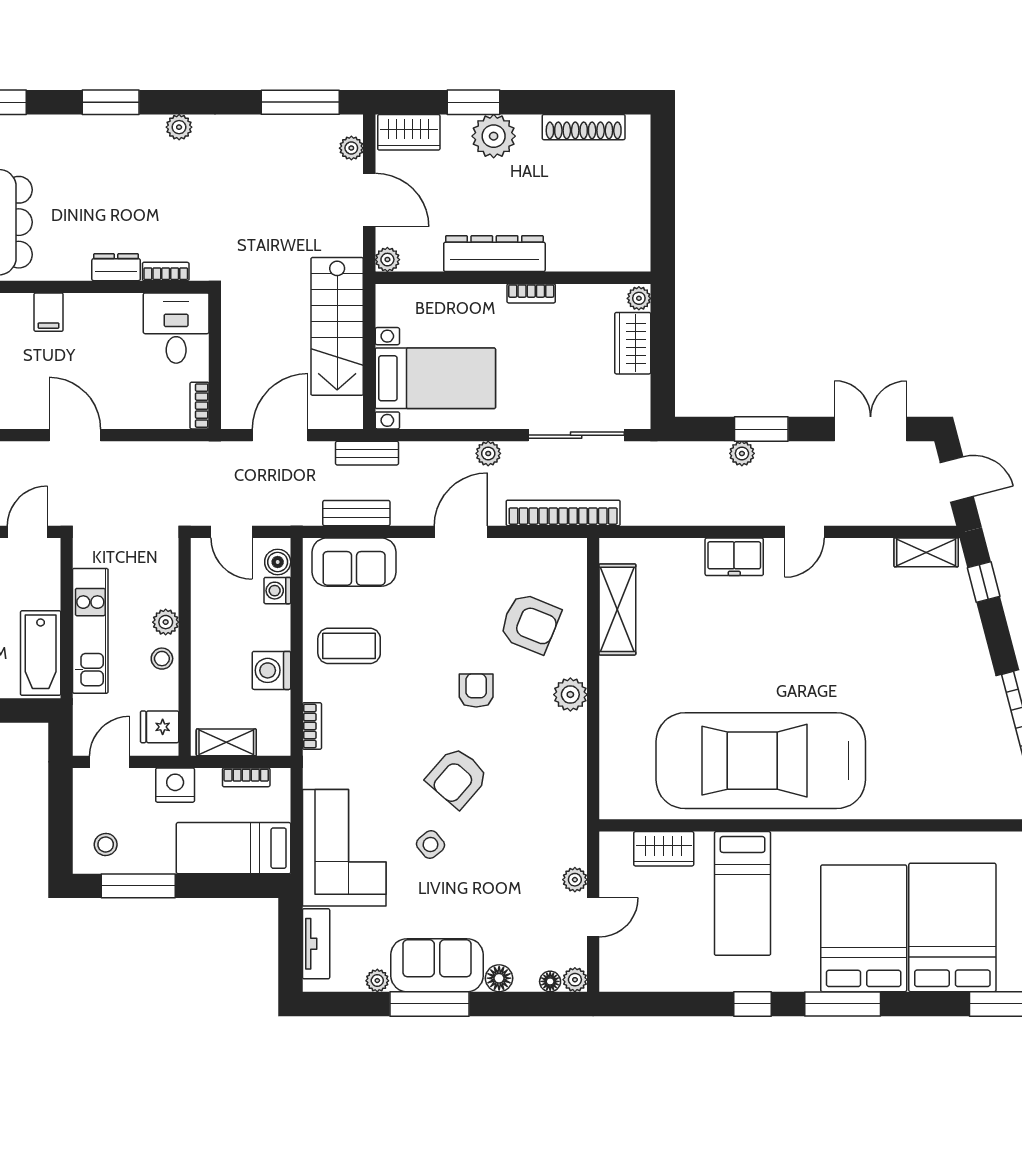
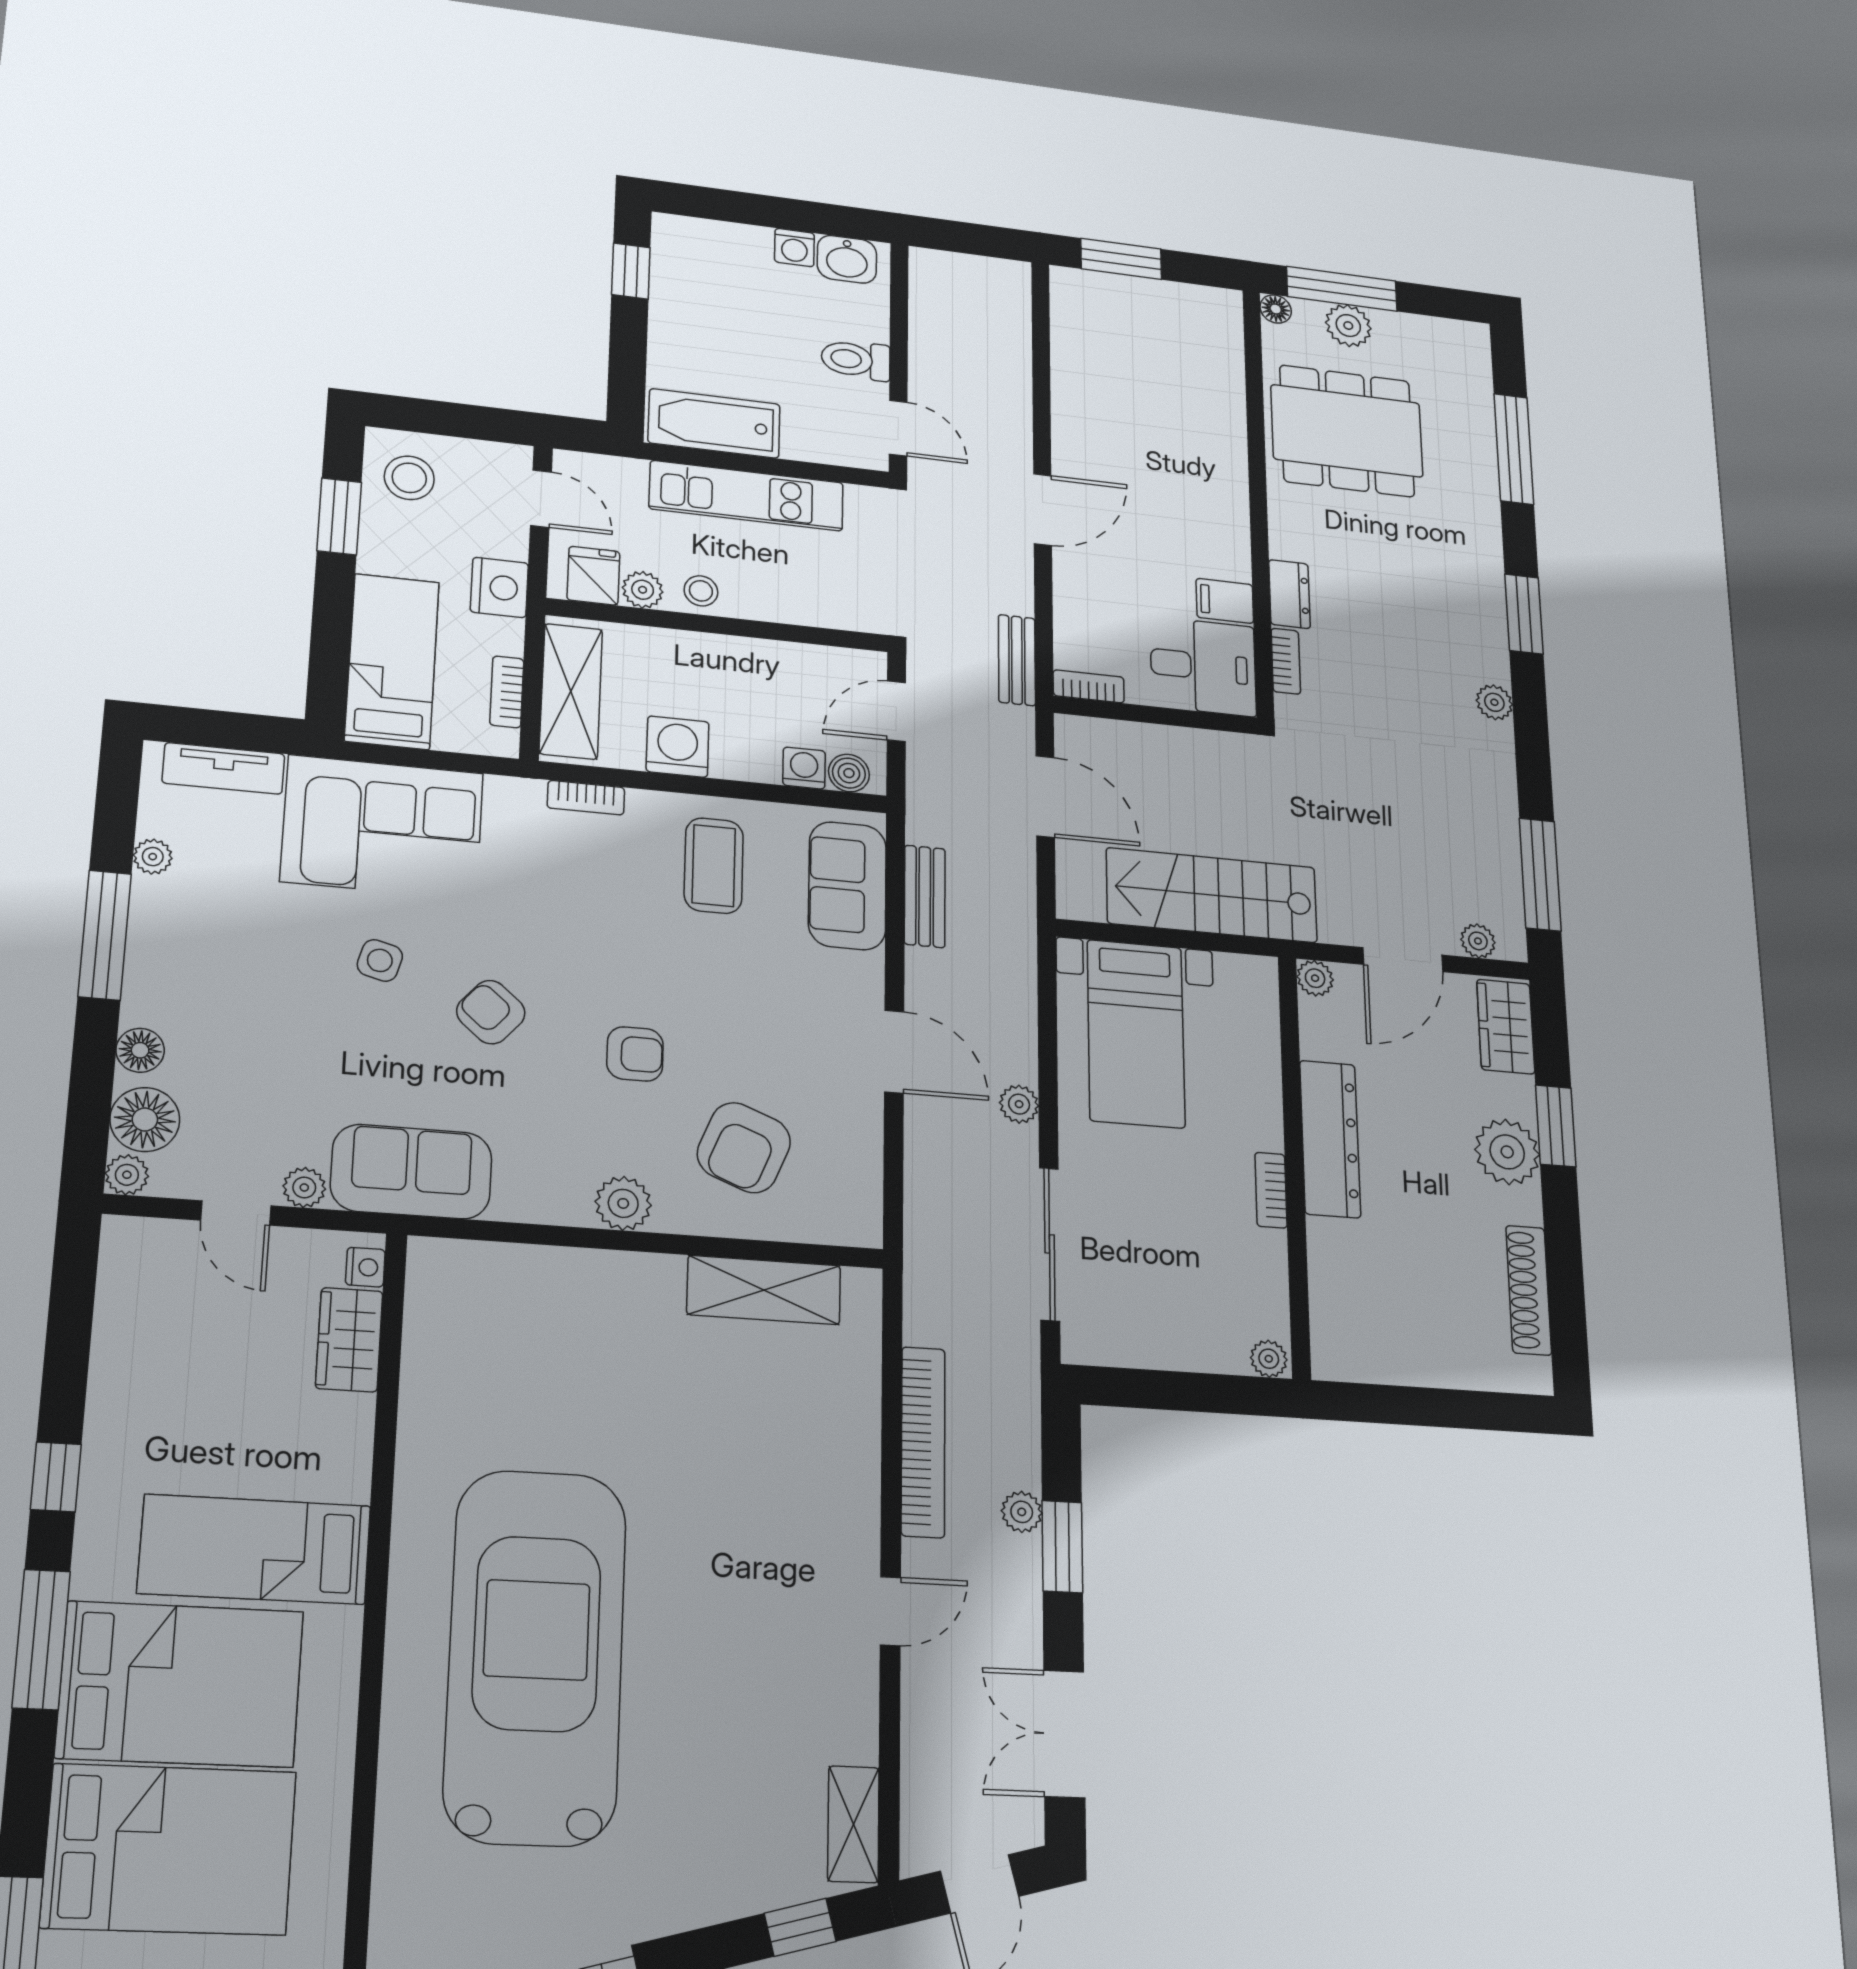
filing cabinet: (49, 312) -> (1225, 601), moved
wardrobe: (633, 343) -> (1197, 1344), removed
double door: (871, 429) -> (1064, 1734), swing flipped
bench: (367, 453) -> (1017, 660), moved
bookcase: (563, 513) -> (923, 1442), moved
door: (804, 532) -> (890, 1611), swing flipped
freezer: (734, 557) -> (849, 1489), removed
plant: (166, 622) -> (643, 590), moved
shelving: (226, 742) -> (571, 691), width x1.50, depth x1.33
car: (761, 761) -> (536, 1656), moved
armchair: (457, 778) -> (491, 1012), width x0.72, depth x0.72
nightstand: (620, 842) -> (365, 1267), added
stool: (106, 844) -> (409, 478), width x1.37, depth x1.37
side table: (430, 845) -> (380, 960), turned -35
window: (138, 886) -> (339, 516), width x0.69
bed: (743, 893) -> (255, 1549), moved
sofa: (437, 965) -> (411, 1172), moved, turned -90
floor lamp: (550, 981) -> (145, 1119), width x1.89, depth x1.89

